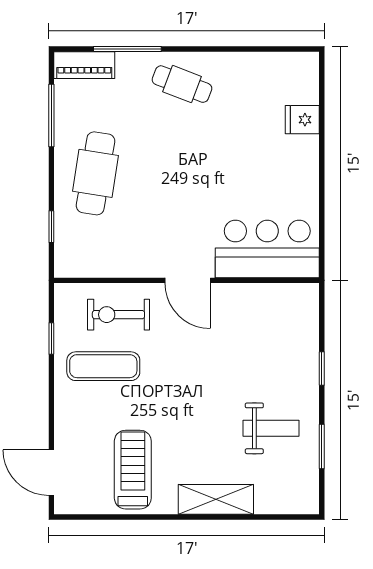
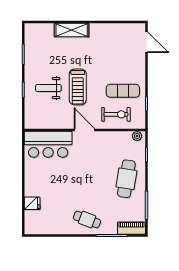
plant: (72, 267) -> (137, 136), added
weight bench: (271, 428) -> (48, 88), moved
treadmill: (133, 470) -> (78, 87), moved

